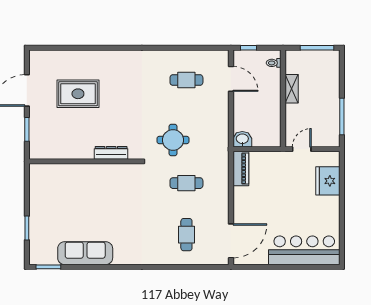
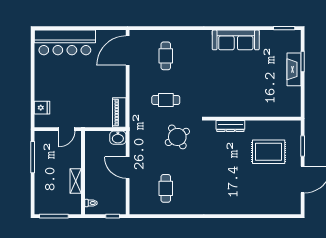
door: (231, 79) -> (128, 168), moved
cafe table: (186, 80) -> (166, 188), turned 90
rug: (78, 94) -> (269, 152), moved
round table: (173, 140) -> (177, 137), turned -32
fridge: (328, 181) -> (42, 108), width x0.53, depth x0.75
fireplace: (37, 219) -> (294, 69), added
sofa: (85, 253) -> (236, 40), moved

